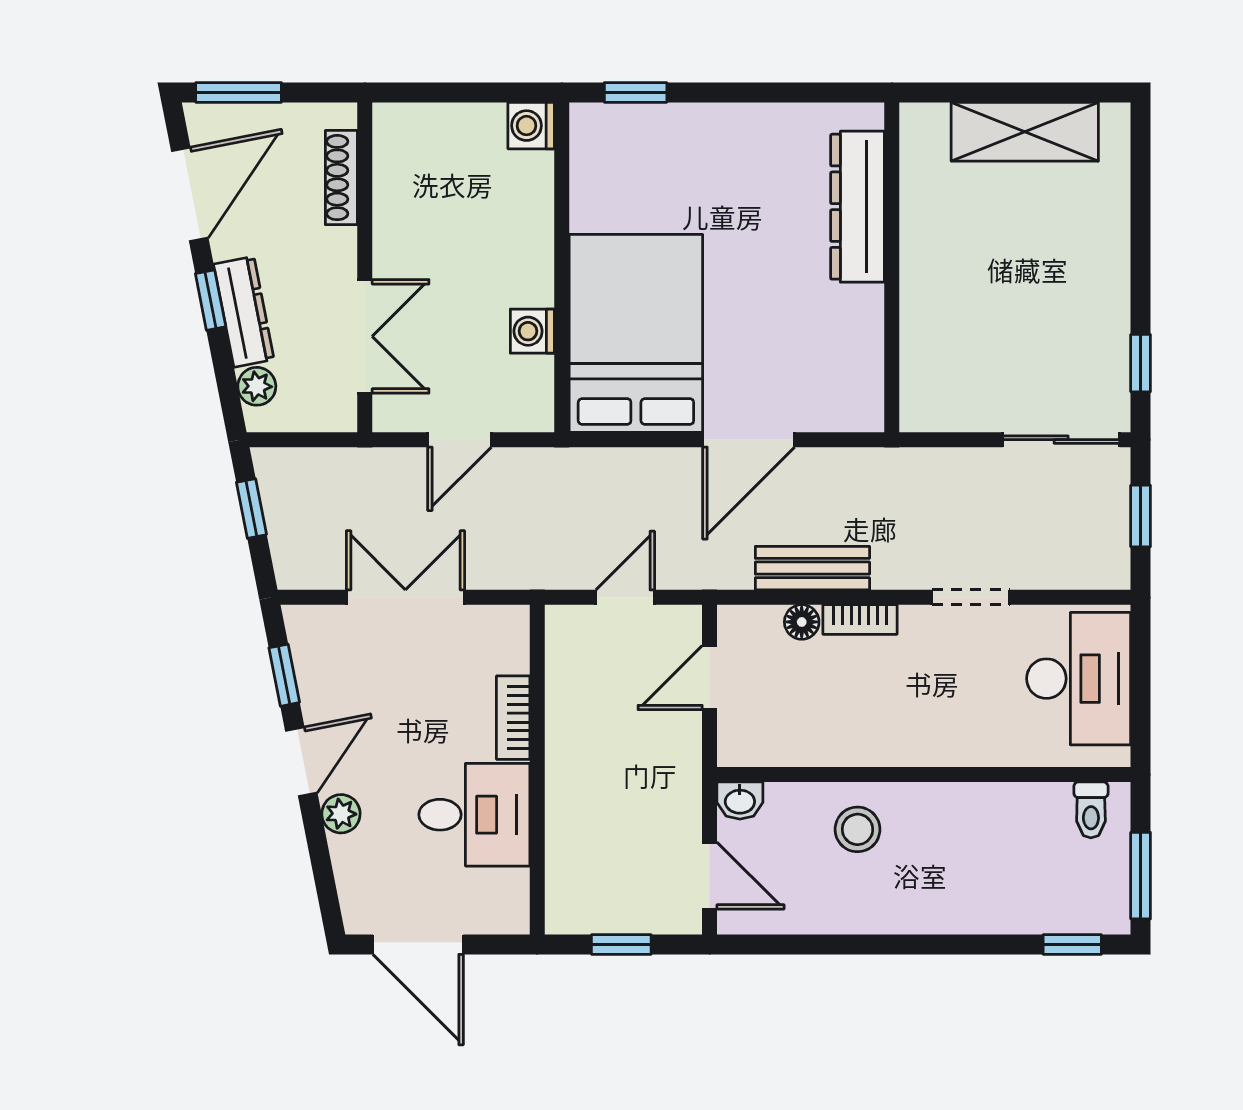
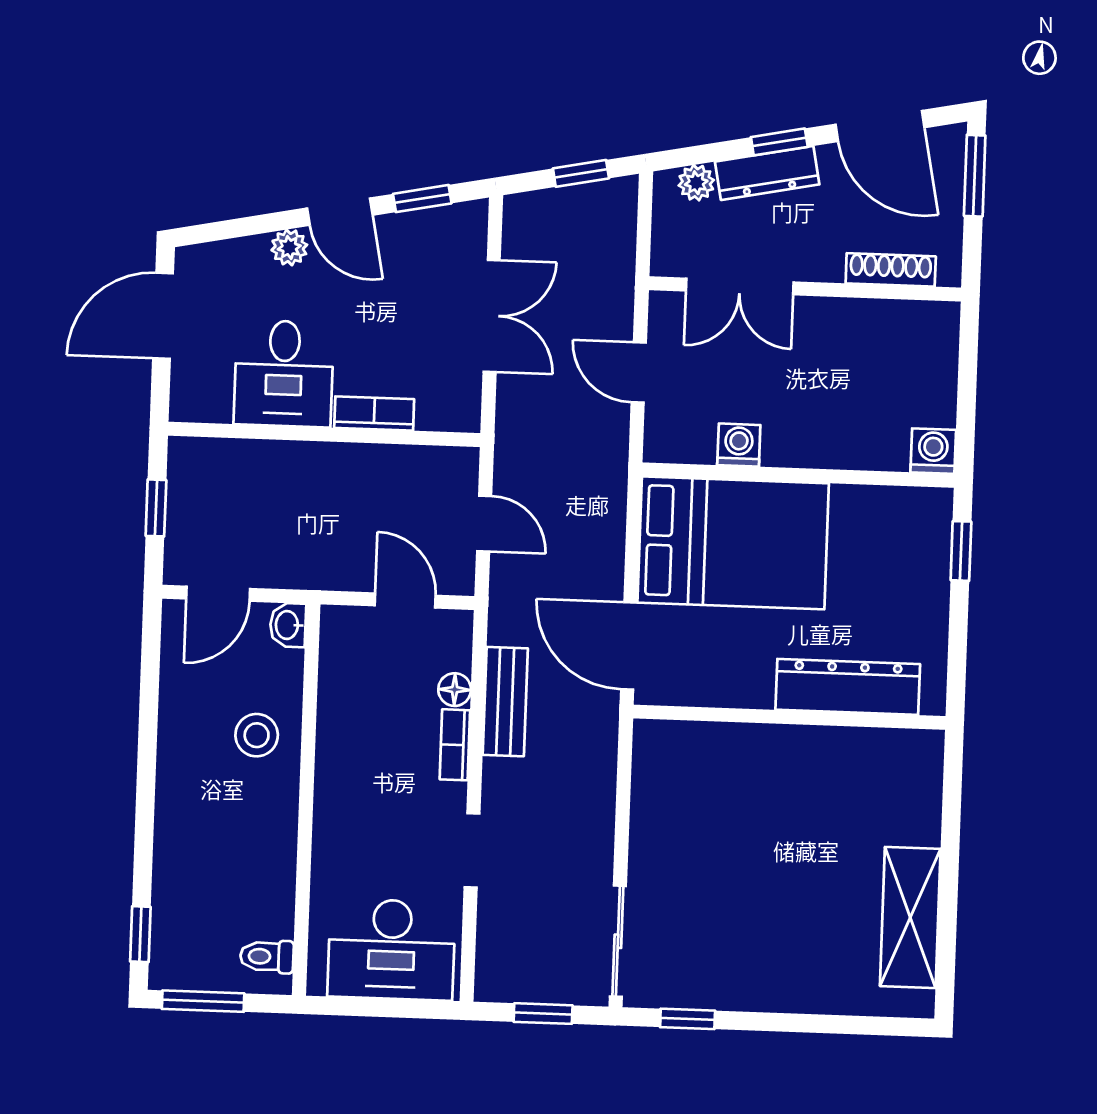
dresser: (857, 207) -> (848, 687), moved
wall: (892, 267) -> (789, 717), moved

